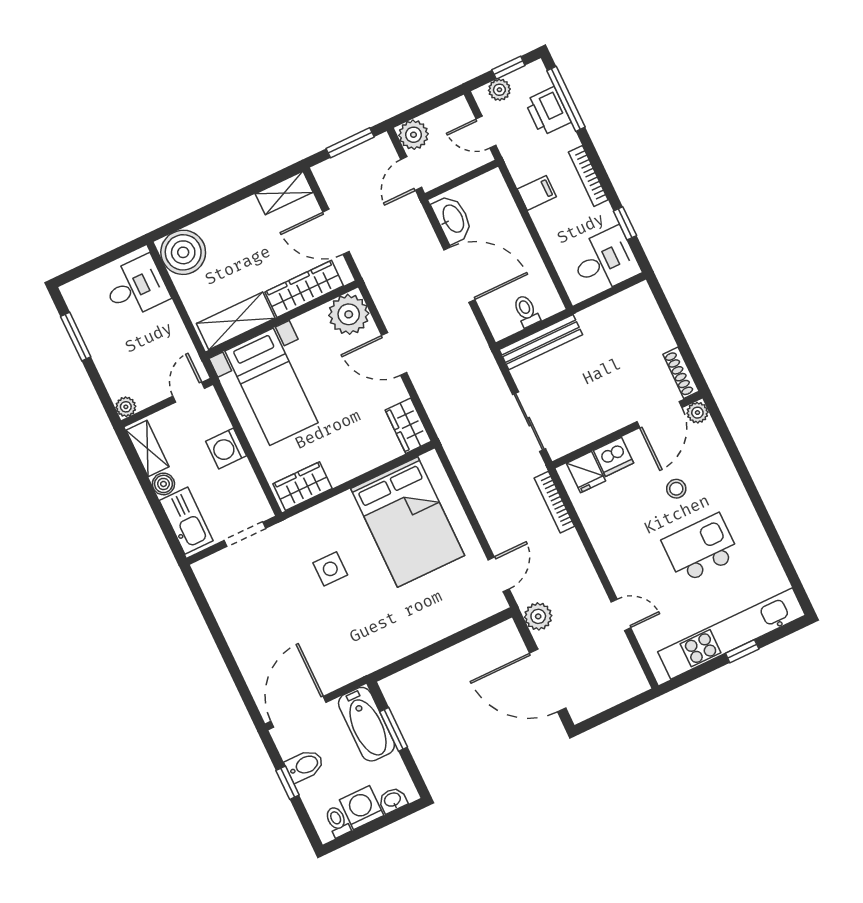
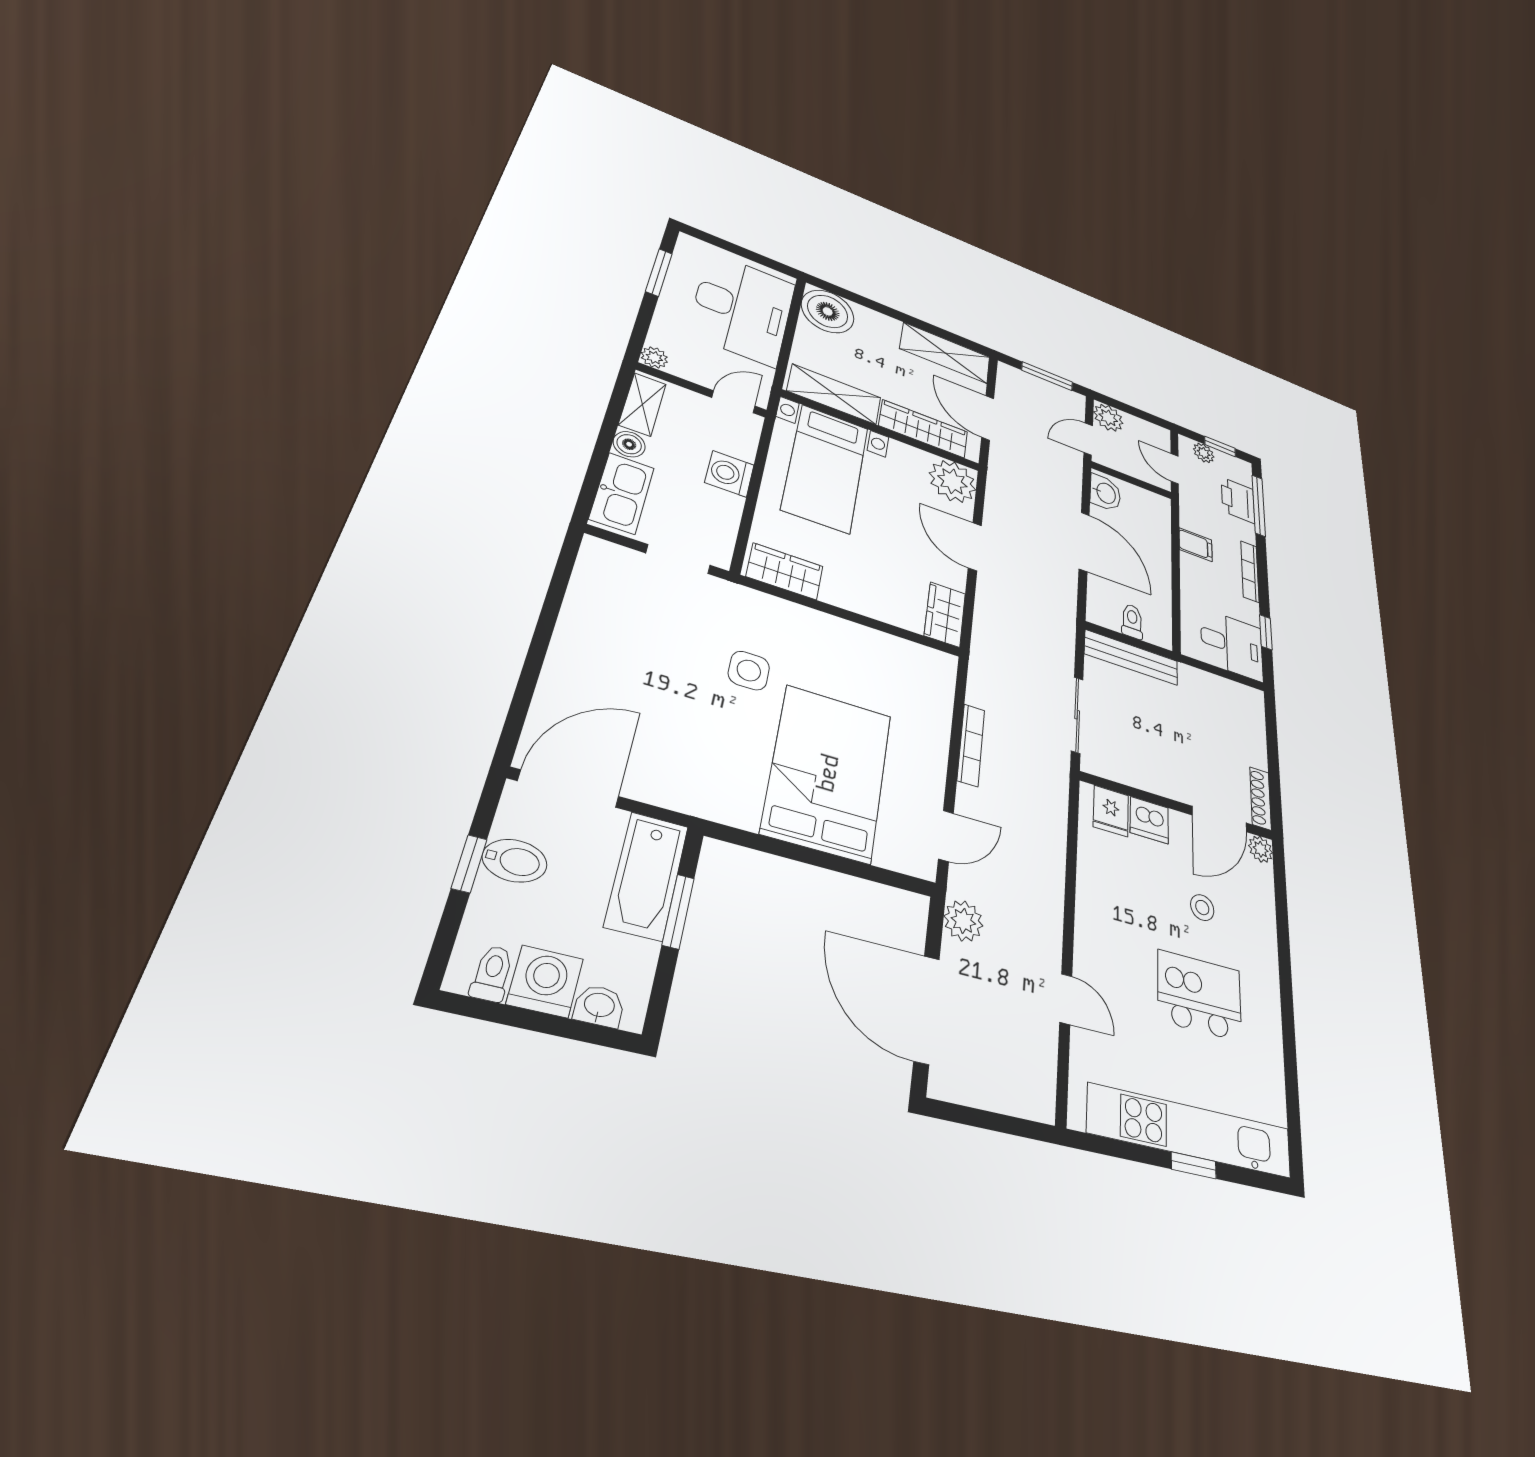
shelving: (284, 193) -> (945, 353), width x1.50, depth x1.33
washbasin: (453, 219) -> (1105, 493), width x0.72
desk: (136, 287) -> (742, 309), width x1.87, depth x1.30
bookcase: (554, 502) -> (971, 745), moved, turned 180
bed: (408, 522) -> (828, 773), moved, turned 180

